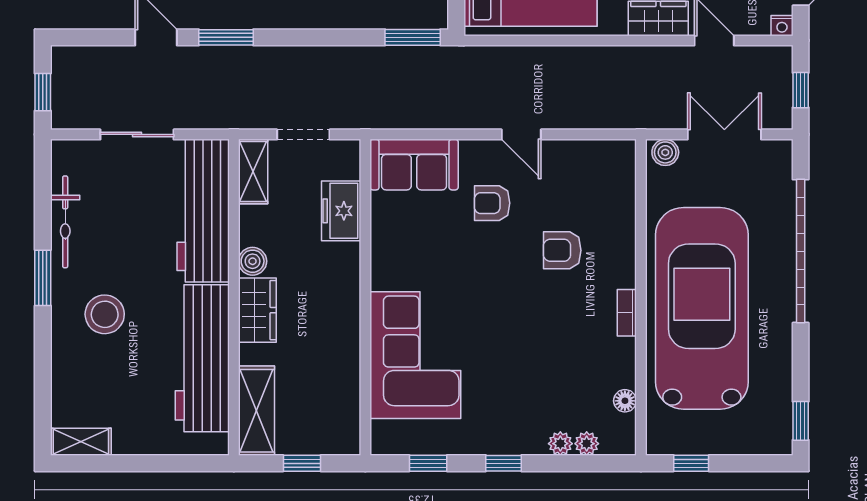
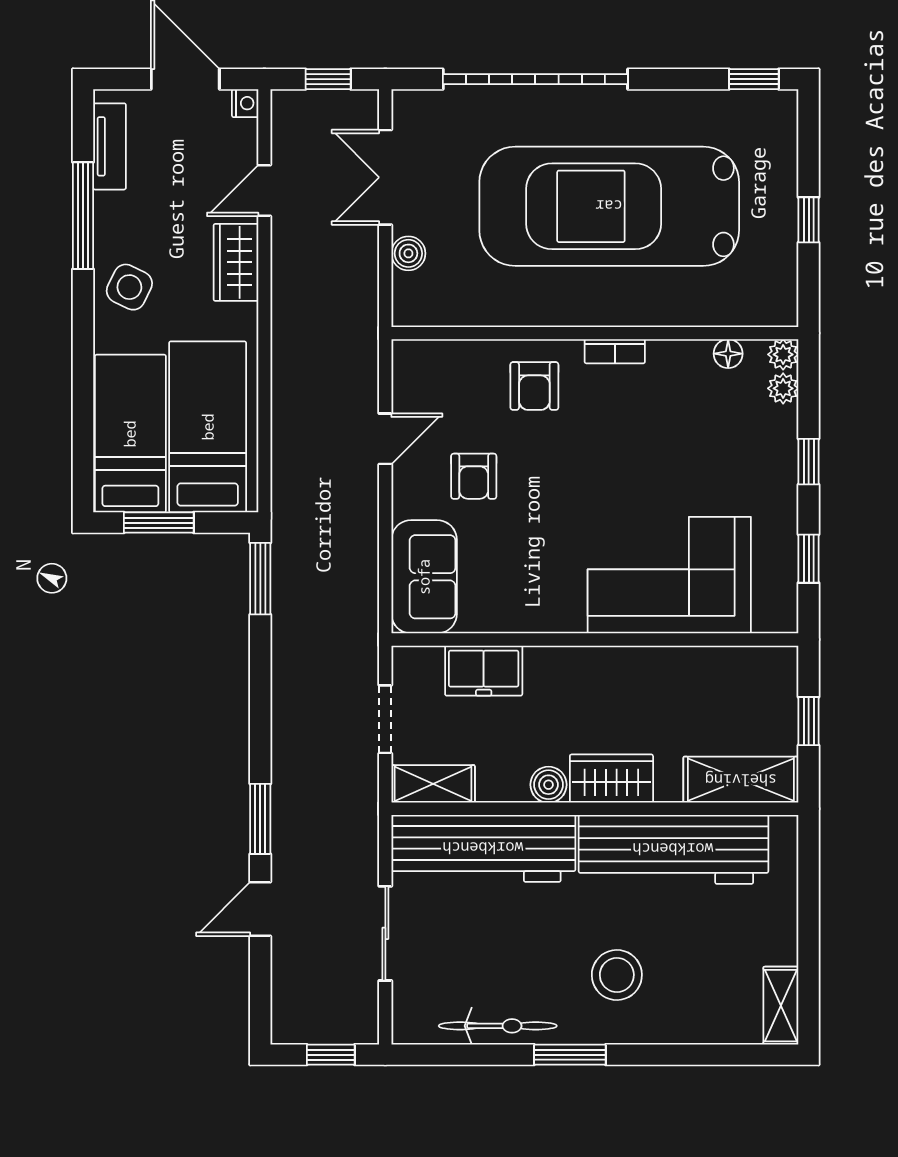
wall: (641, 297) -> (595, 333), moved
bookcase: (627, 313) -> (615, 351), moved
floor lamp: (625, 401) -> (728, 354), moved

